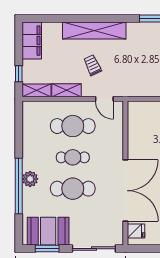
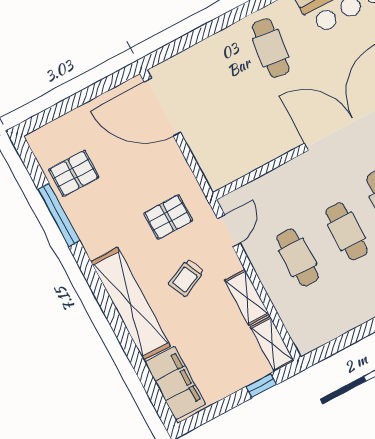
filing cabinet: (32, 41) -> (175, 383), moved, turned 90
pallet: (127, 72) -> (168, 217), added
cafe table: (73, 126) -> (298, 257), width x0.73, depth x0.74

